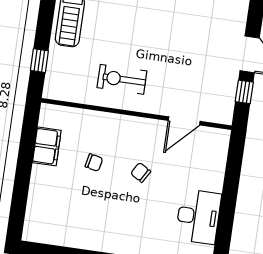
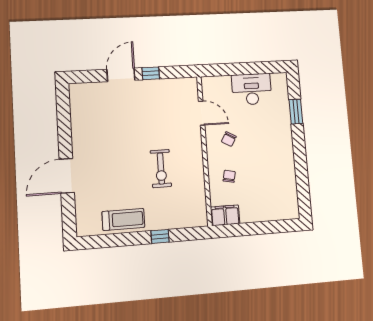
wall: (136, 114) -> (204, 150), moved
door: (184, 121) -> (202, 113), moved

